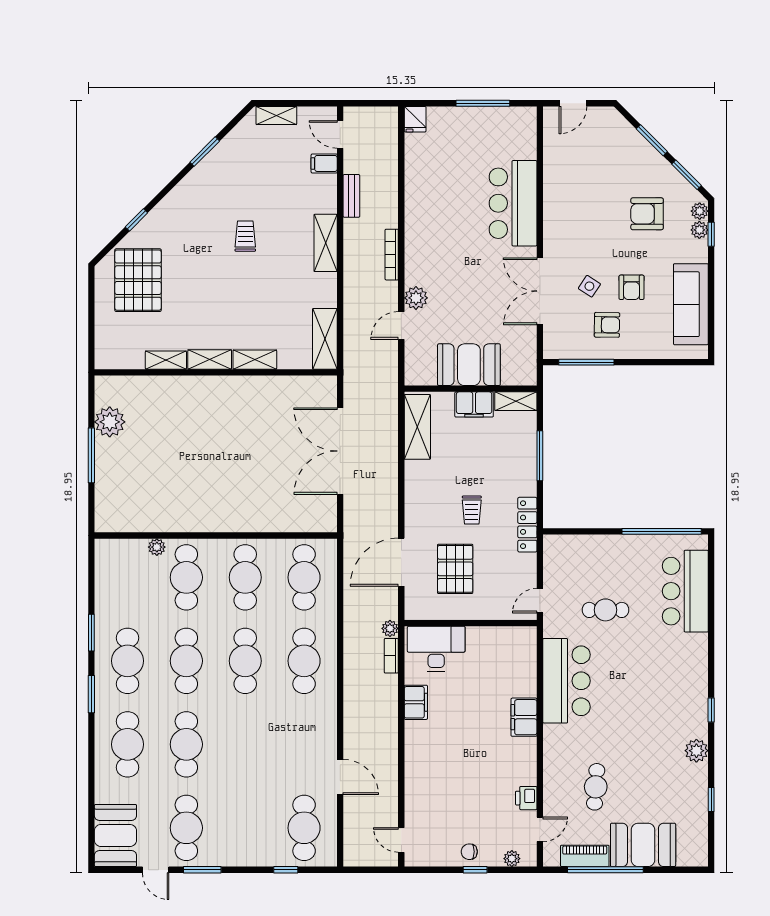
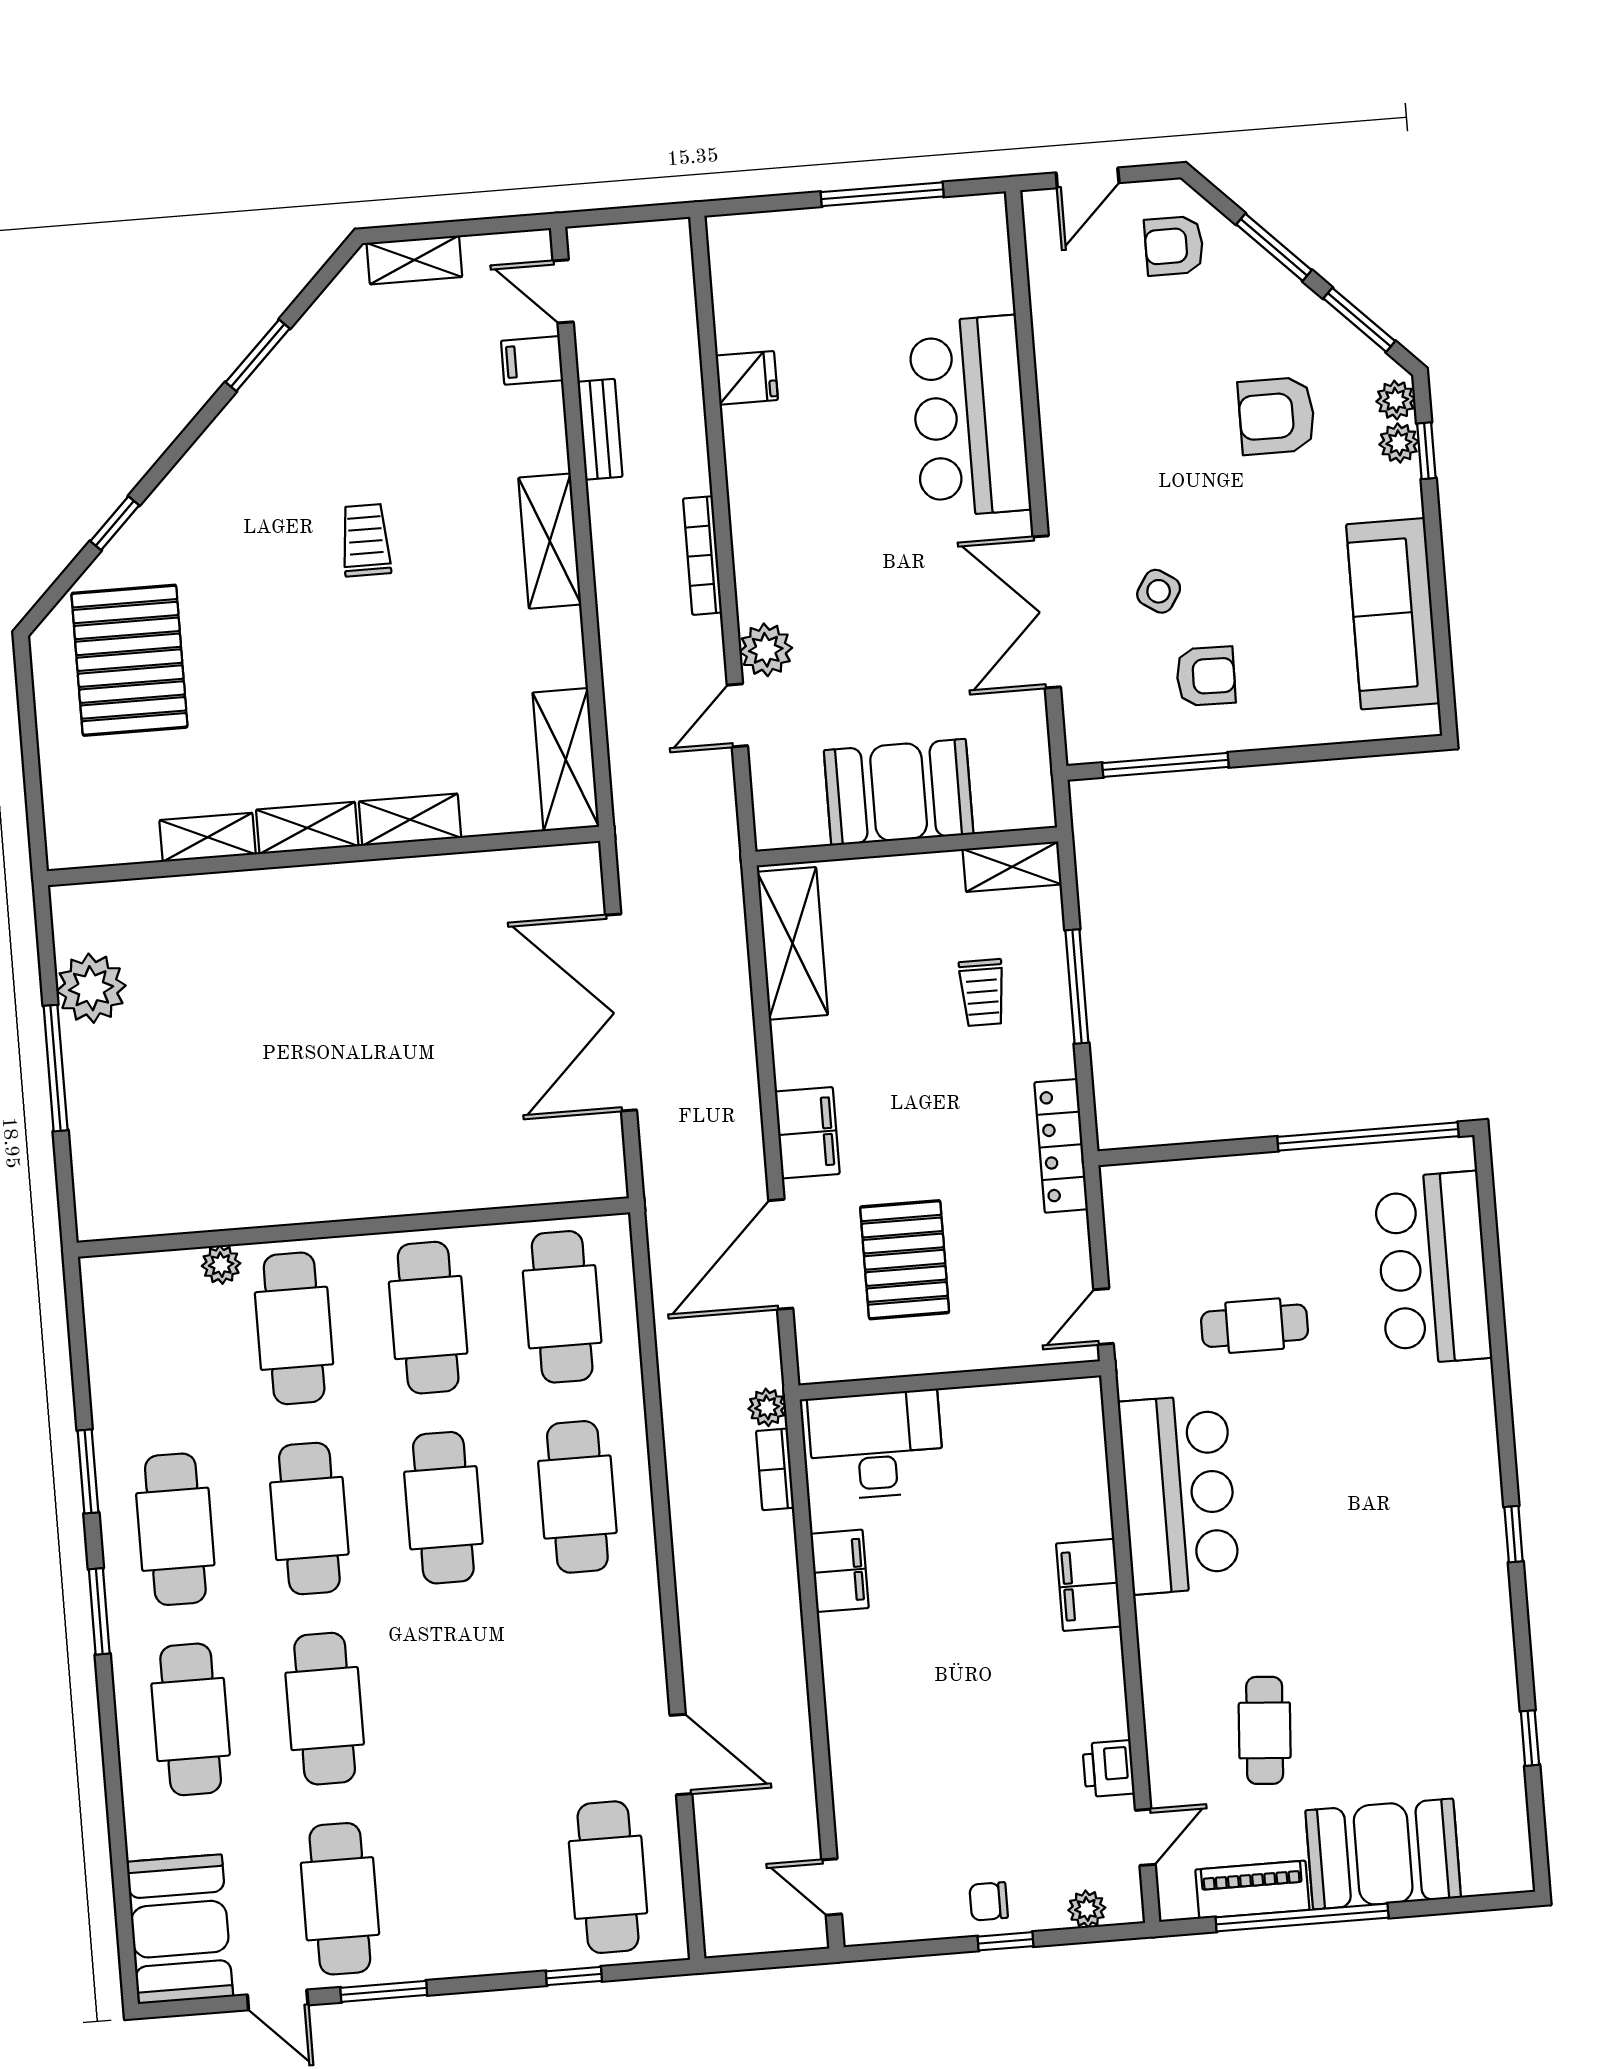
fridge: (415, 119) -> (747, 378), moved, turned -90
armchair: (632, 287) -> (1174, 246), moved, turned 90
filing cabinet: (474, 404) -> (807, 1133), moved, turned -90
trolley: (472, 510) -> (982, 993), moved
plant: (696, 751) -> (1488, 1630), removed

